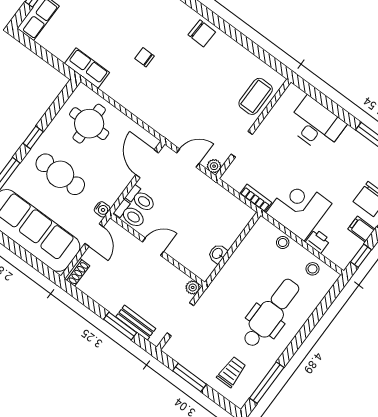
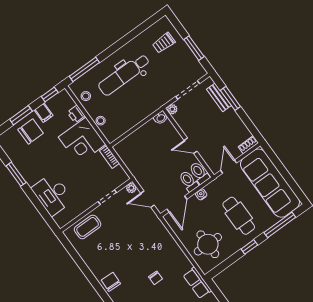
water cooler: (102, 209) -> (201, 194), moved
washbasin: (218, 254) -> (161, 118), moved
window: (267, 383) -> (84, 69), moved

